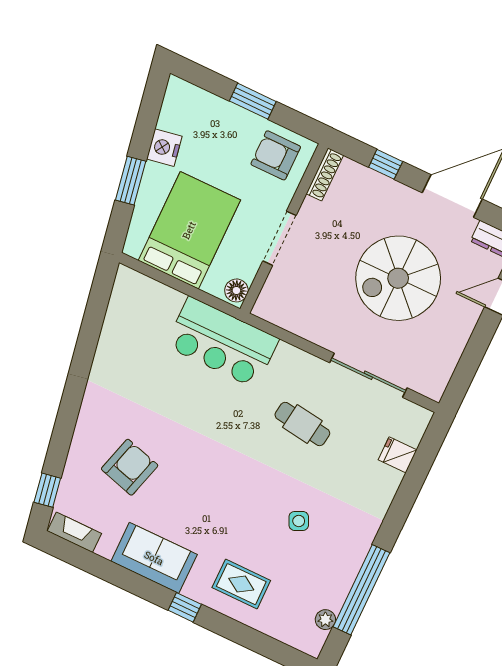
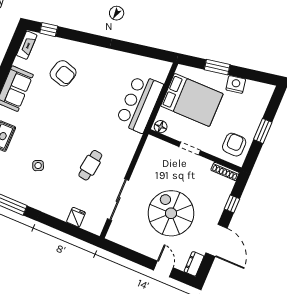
doorway: (280, 238) -> (190, 149), width x0.73
bar counter: (222, 342) -> (139, 103), moved

